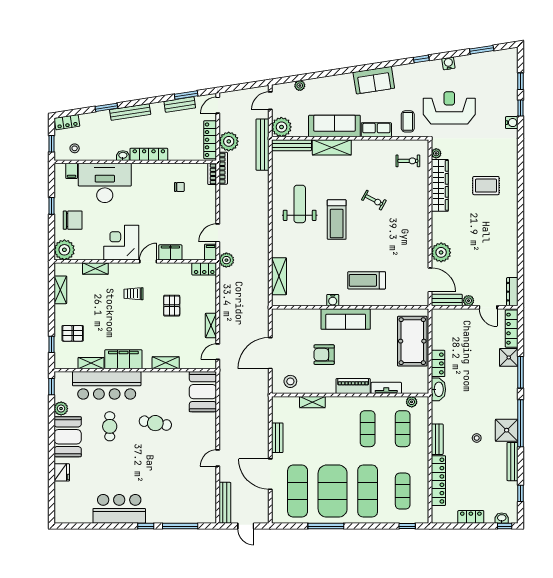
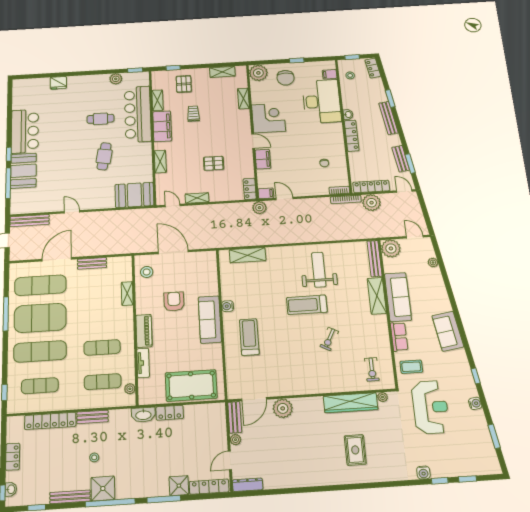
bench: (262, 145) -> (372, 233), removed
weight bench: (300, 204) -> (319, 270), turned -90
trolley: (133, 294) -> (193, 114), moved
booth: (68, 437) -> (23, 171), moved, turned 90

